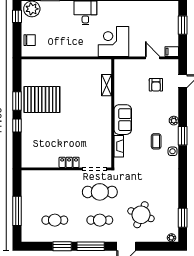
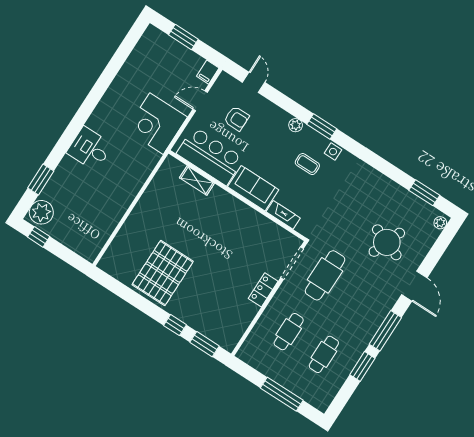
chair: (30, 40) -> (78, 240), removed
corner desk: (113, 41) -> (156, 124), moved
bar counter: (125, 84) -> (210, 156), added
window: (17, 101) -> (204, 344), moved
cafe table: (100, 220) -> (289, 332), moved

